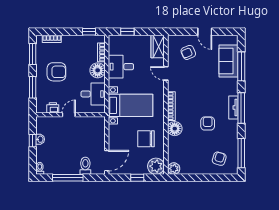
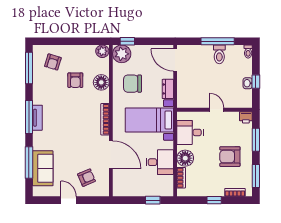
window: (89, 32) -> (214, 200), moved
wardrobe: (158, 46) -> (120, 184), removed
door: (166, 73) -> (111, 155), width x1.88
printer: (53, 108) -> (246, 117), moved
door: (69, 115) -> (217, 110), swing flipped
armchair: (208, 124) -> (75, 80), moved
floor lamp: (175, 129) -> (101, 82), moved
dresser: (114, 134) -> (168, 89), added
chair: (146, 139) -> (132, 84), turned 180
door: (107, 161) -> (175, 60), hinge flipped
toilet: (85, 166) -> (219, 54), moved
window: (137, 178) -> (127, 41), moved

